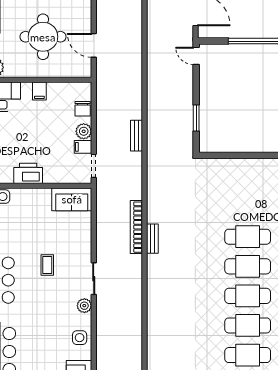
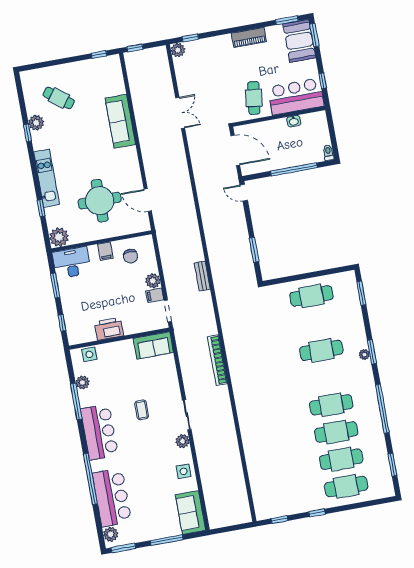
chair: (83, 109) -> (131, 256), moved
bench: (152, 239) -> (234, 368), removed
cafe table: (248, 266) -> (311, 296), moved

